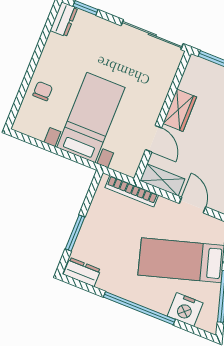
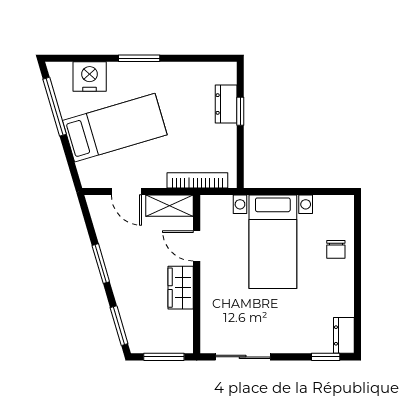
sliding door: (152, 35) -> (243, 357), width x0.73
window: (75, 233) -> (240, 111), width x0.67
dresser: (82, 272) -> (226, 104), moved, turned 90
window: (139, 308) -> (139, 58), width x0.47

